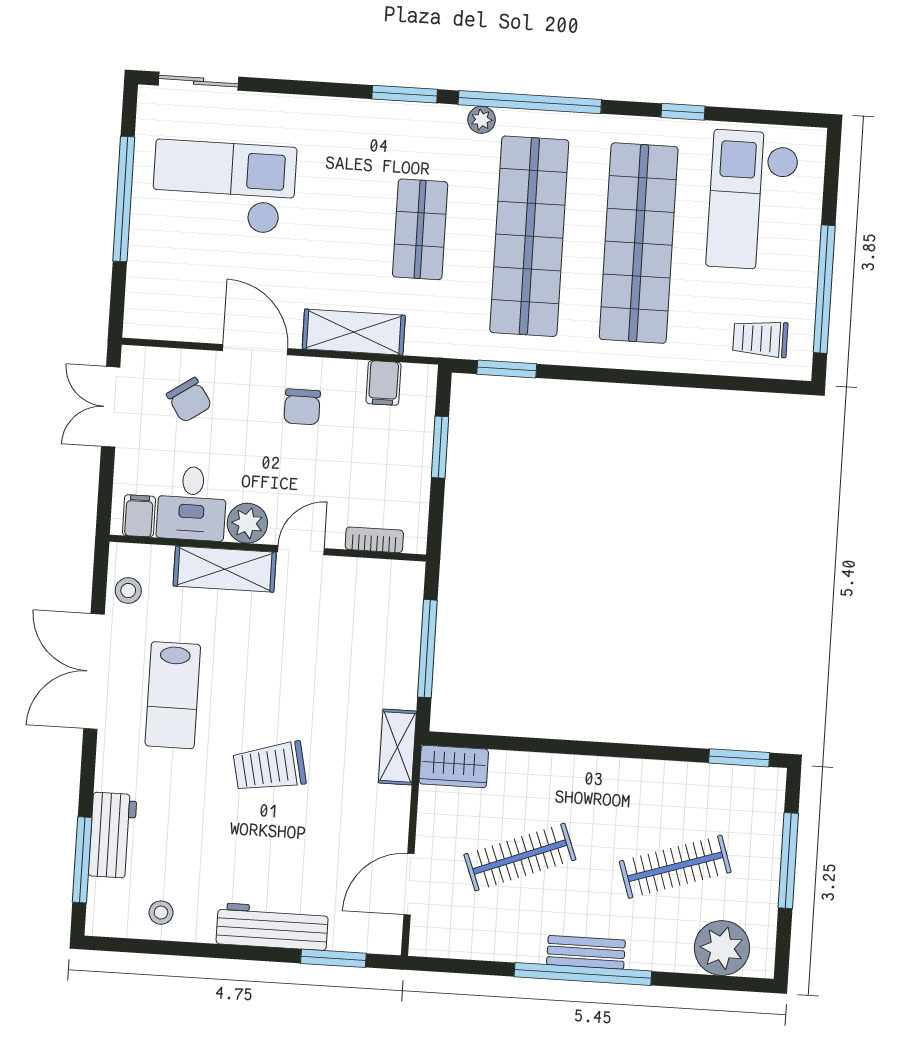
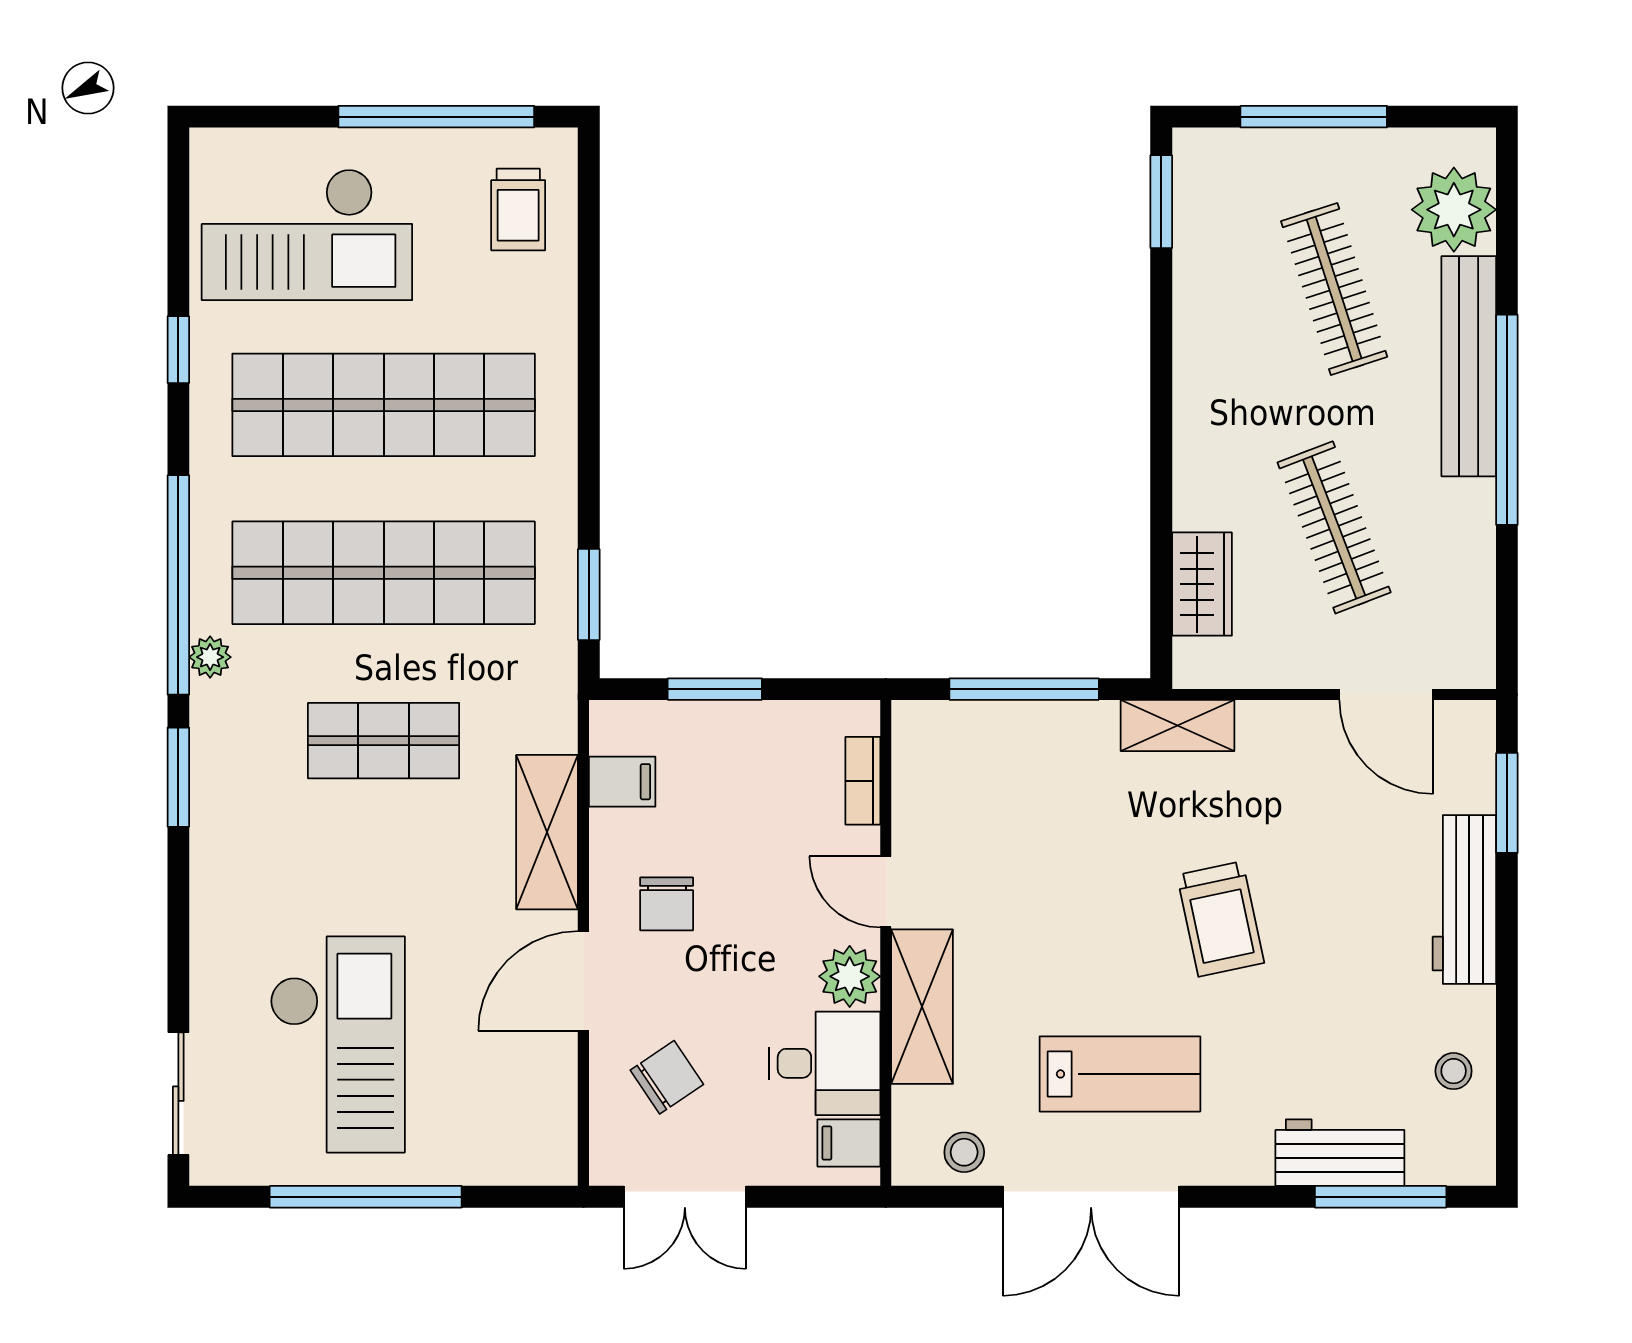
checkout: (224, 187) -> (337, 1044), turned 180
chair: (302, 407) -> (667, 904), turned 90
wardrobe: (454, 766) -> (1202, 584), moved
bench: (586, 952) -> (1469, 366), width x1.86, depth x1.21

